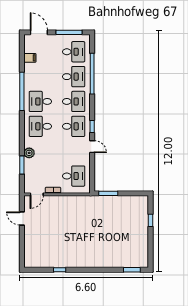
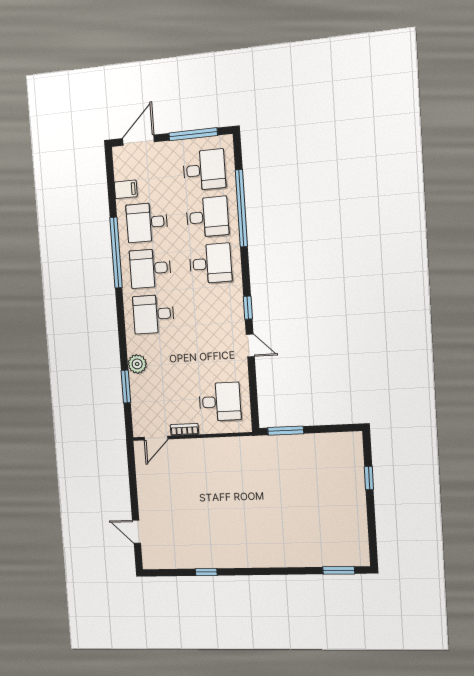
door: (39, 32) -> (138, 140), hinge flipped
desk: (74, 126) -> (147, 222), moved, turned 180
door: (22, 218) -> (137, 532), moved

